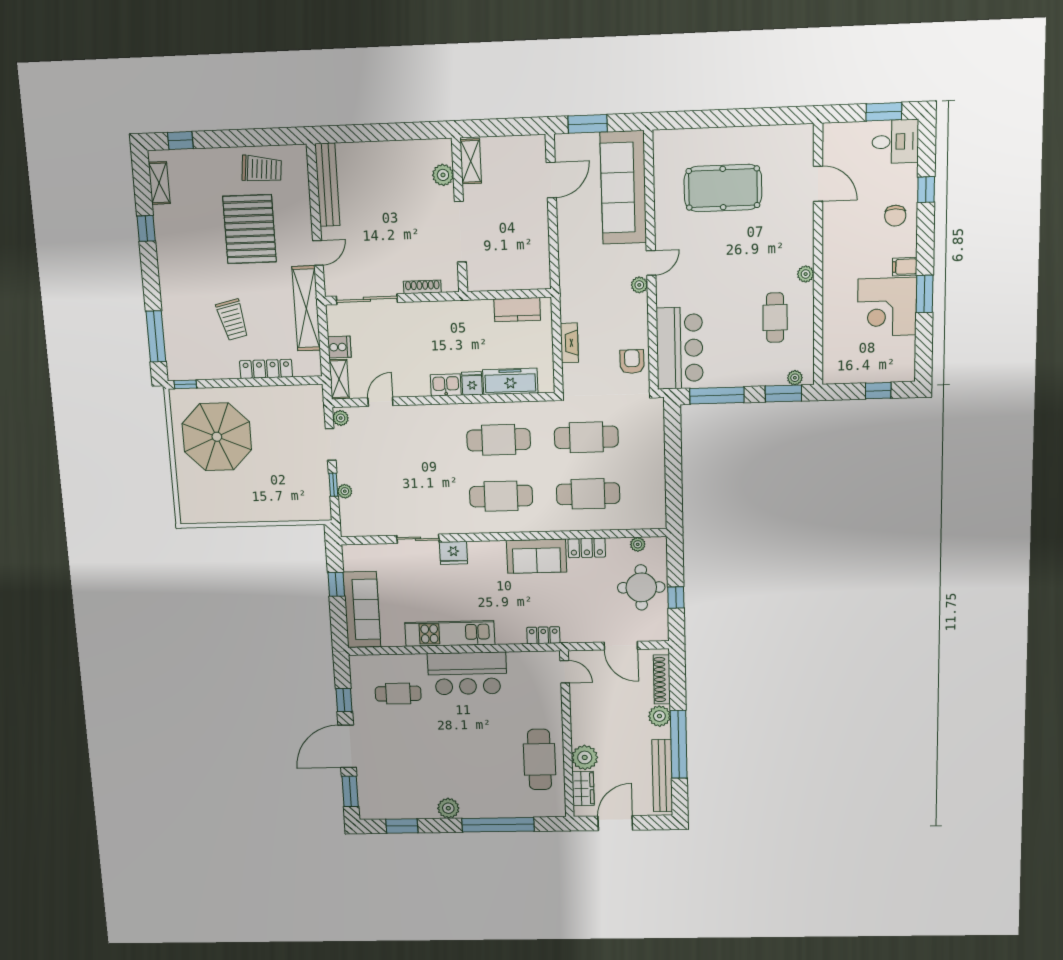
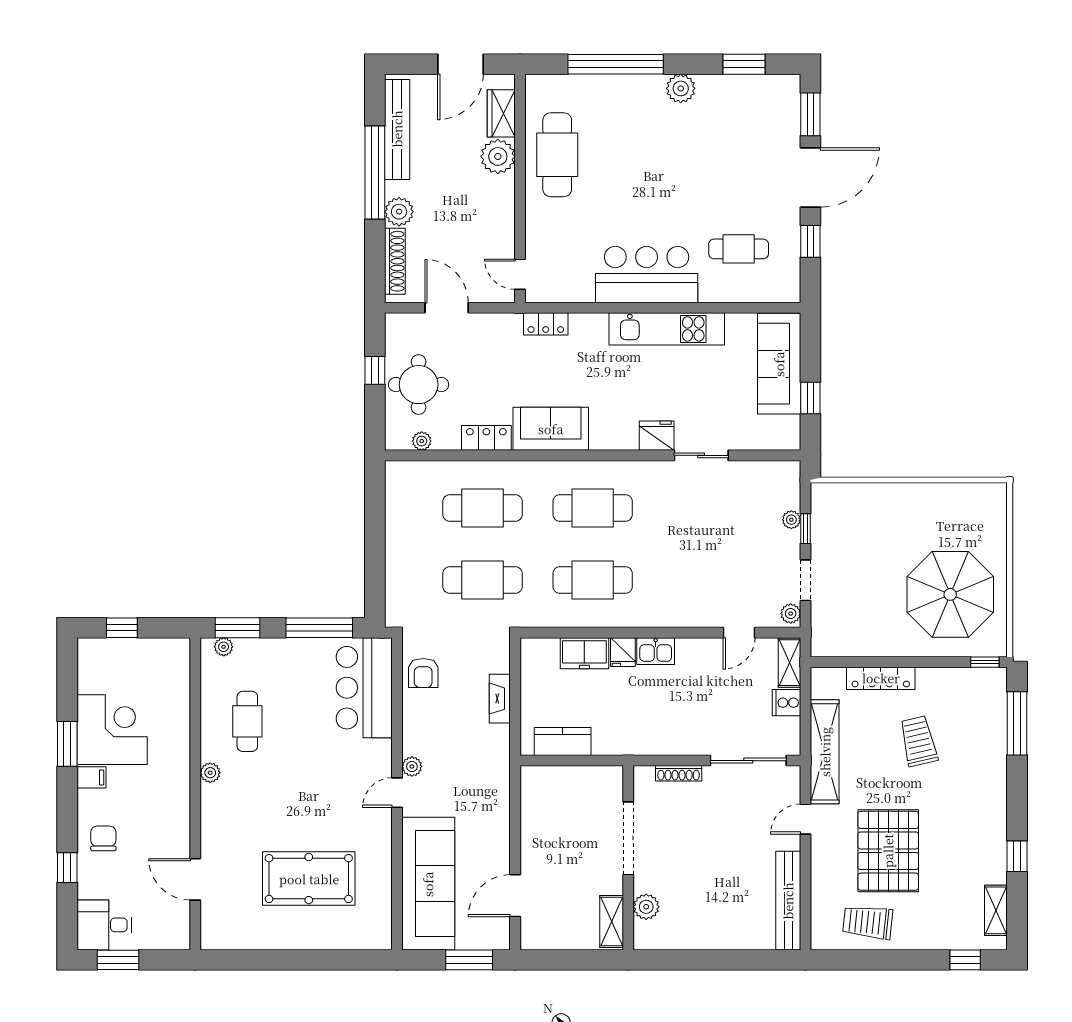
freezer: (510, 381) -> (584, 653), width x0.71

